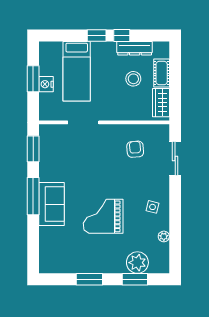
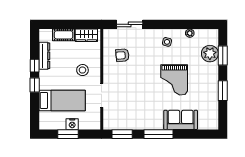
stool: (133, 79) -> (82, 70), moved
sofa: (52, 204) -> (181, 120), moved

